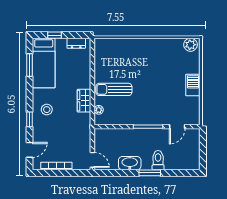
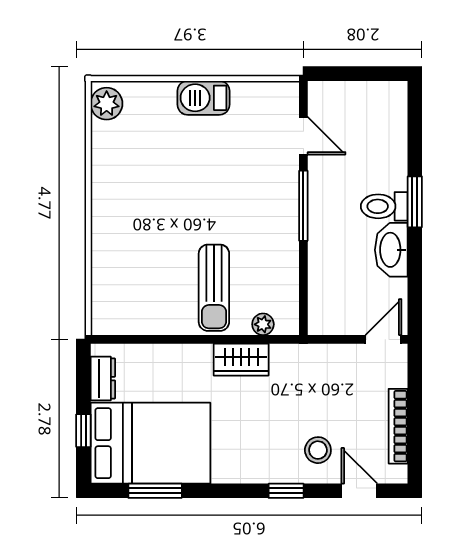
bed: (44, 63) -> (150, 443), width x1.50
stool: (47, 110) -> (318, 450), moved
toilet: (158, 160) -> (384, 206), moved

